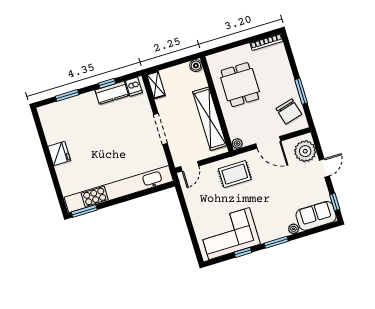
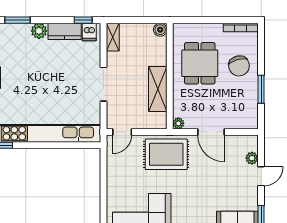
window: (107, 83) -> (83, 20), moved
plant: (89, 99) -> (39, 31), added
chair: (289, 111) -> (239, 66), moved
shelving: (210, 119) -> (158, 89), width x0.68
plant: (305, 151) -> (252, 158), width x0.53, depth x0.53
rug: (235, 174) -> (166, 154), width x1.36, depth x1.43

